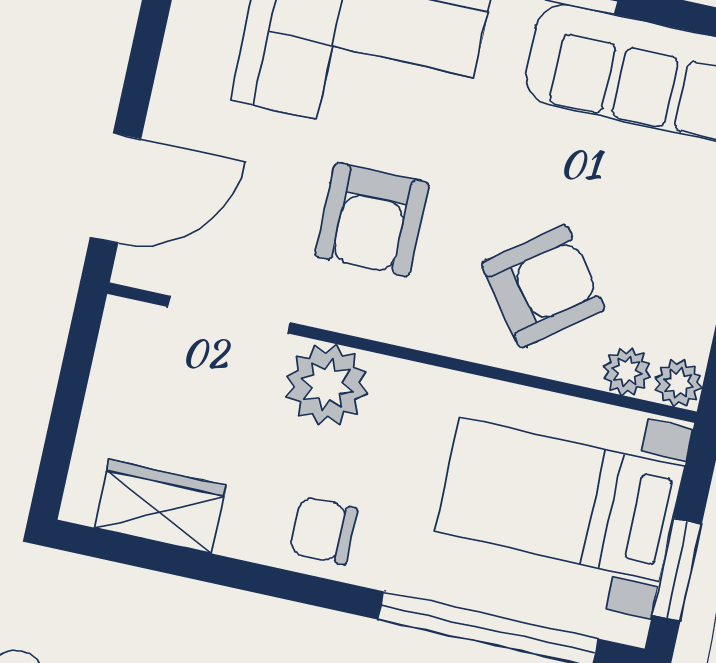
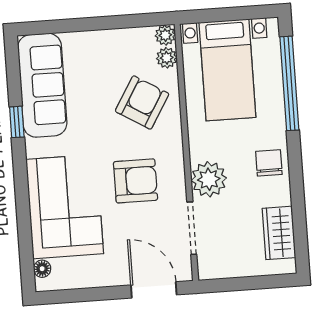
armchair: (543, 286) -> (142, 102), turned 68
chair: (324, 531) -> (269, 163), turned 180
window: (677, 570) -> (242, 13), removed

